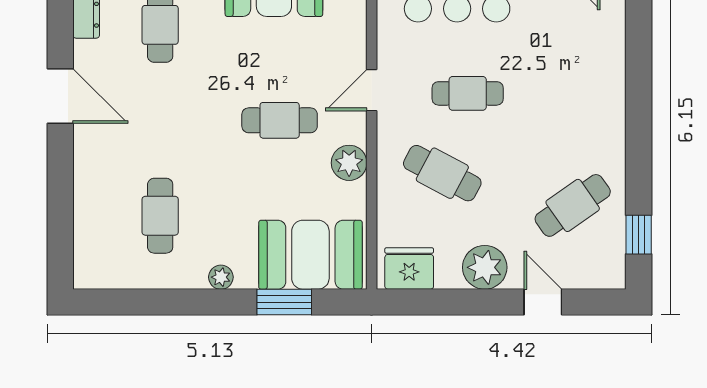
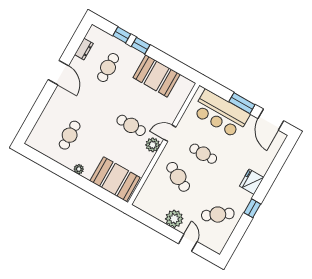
plant: (349, 163) -> (153, 145), moved
window: (639, 235) -> (252, 208), moved
fridge: (409, 268) -> (252, 182), moved, turned -90
window: (284, 302) -> (96, 191), removed

